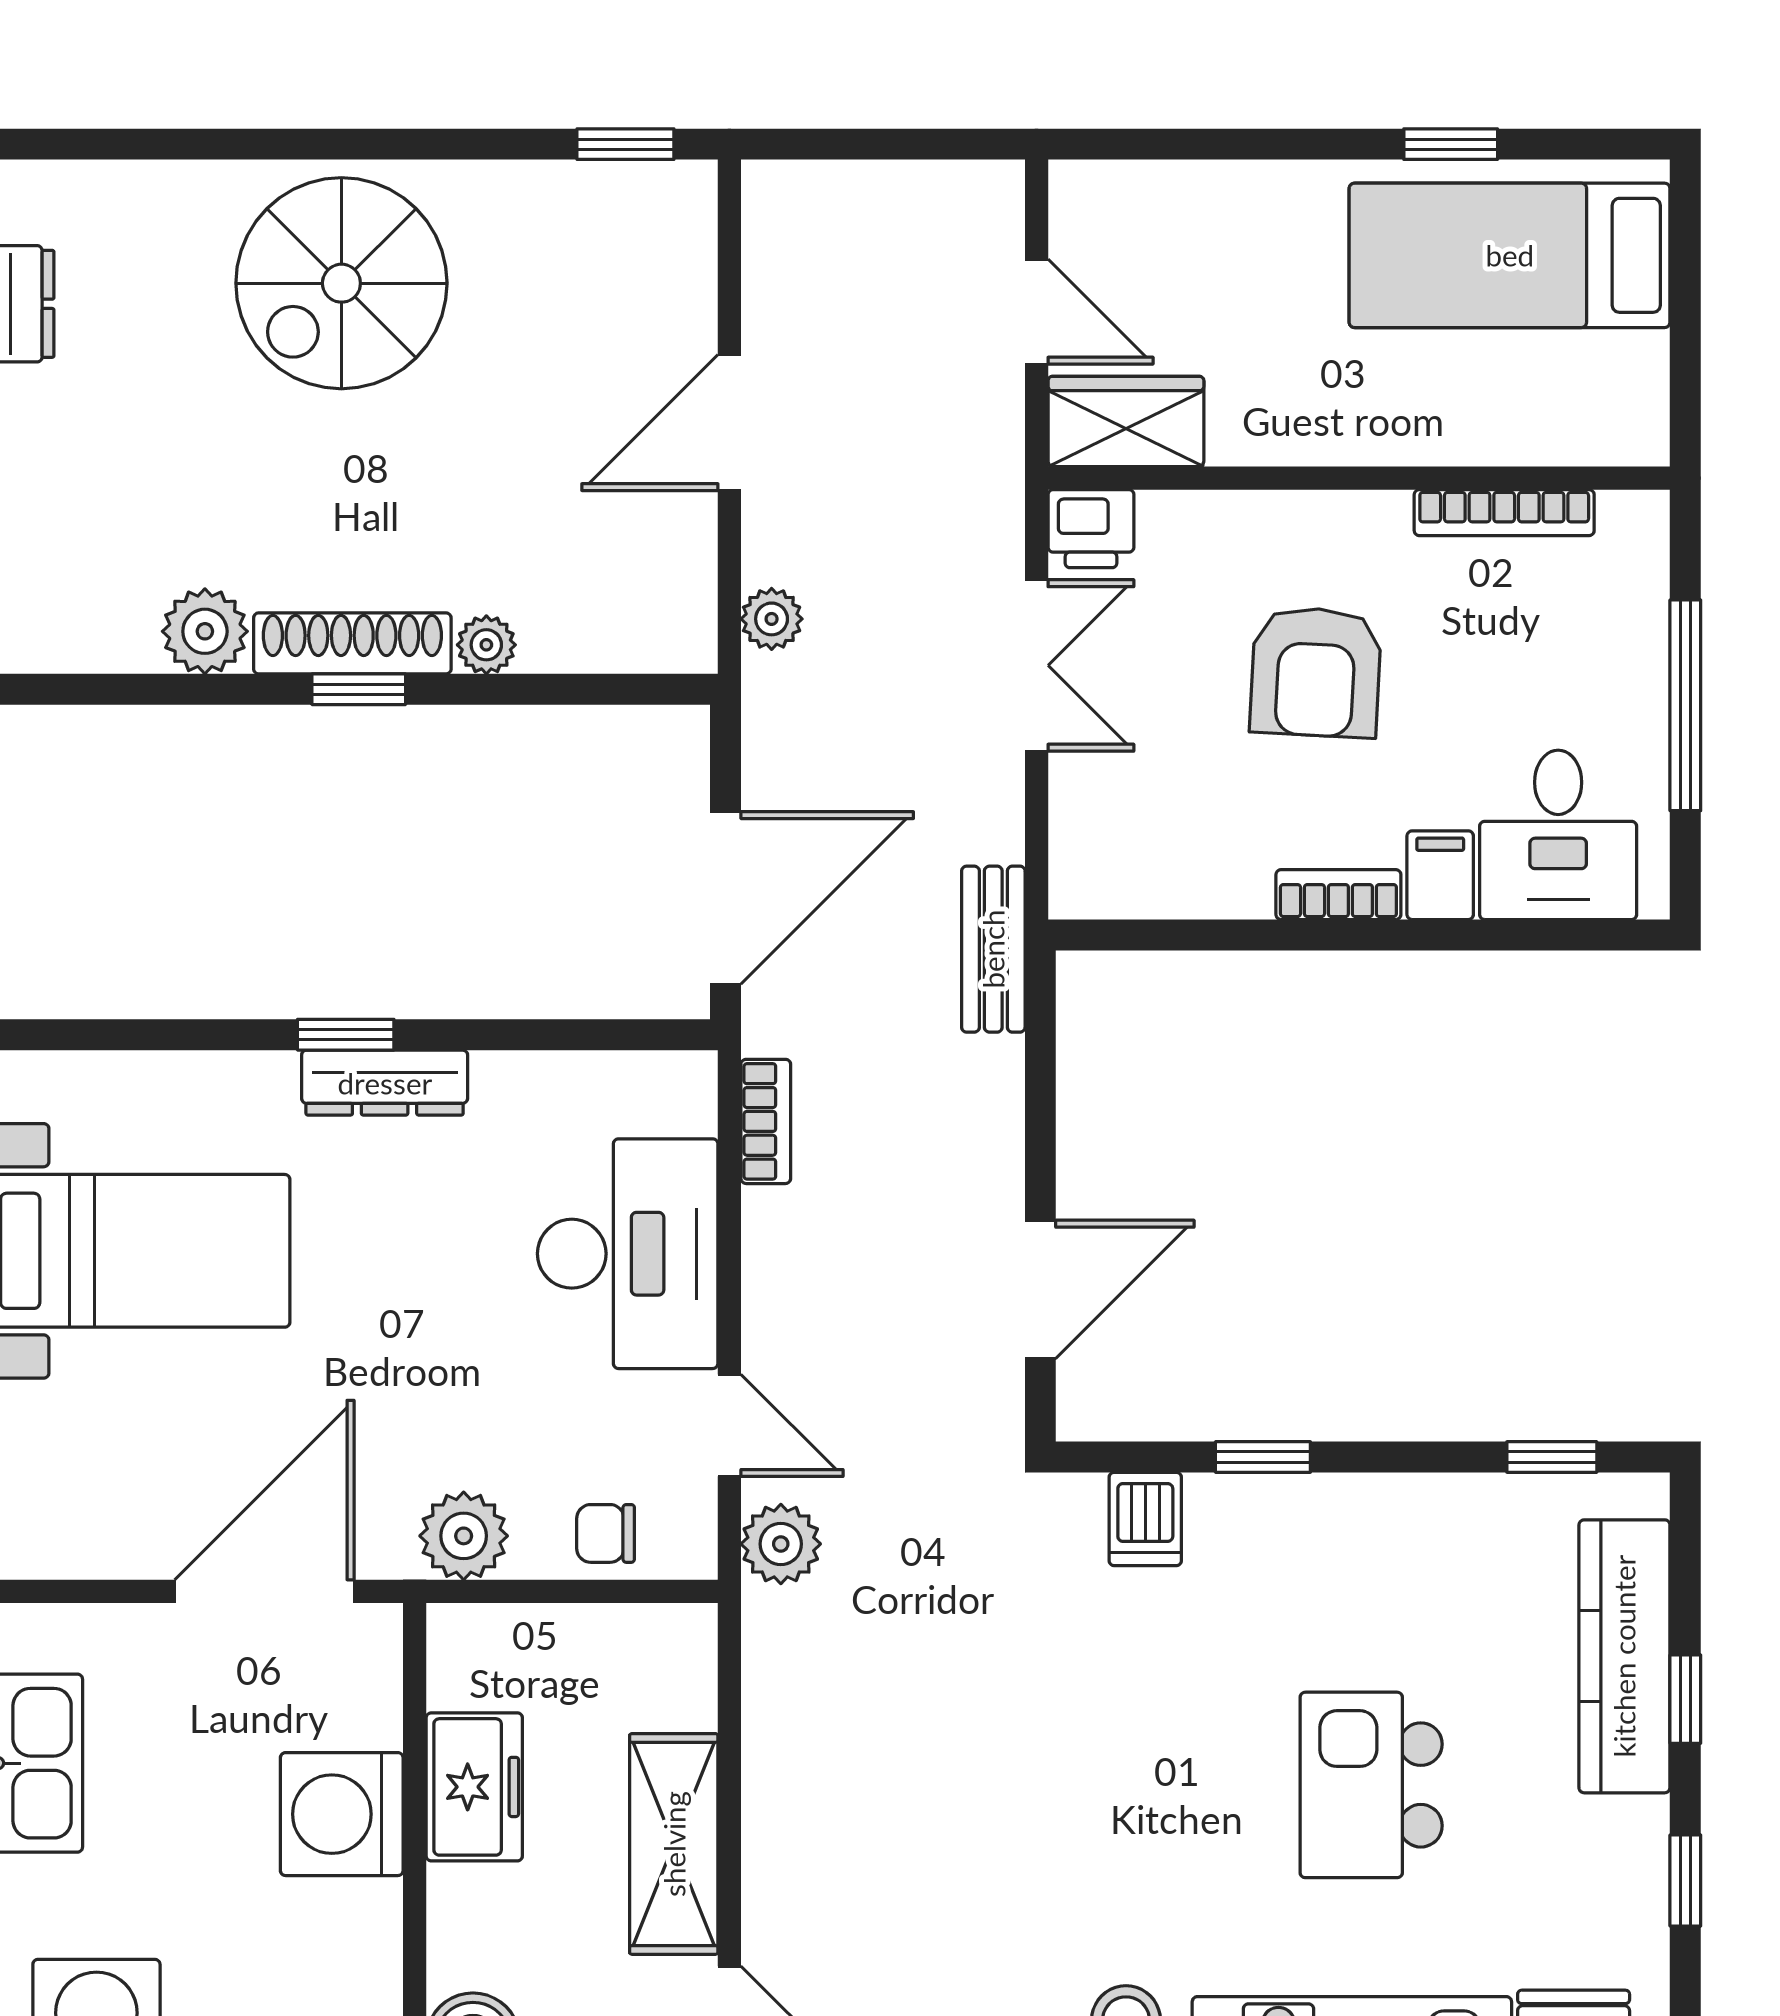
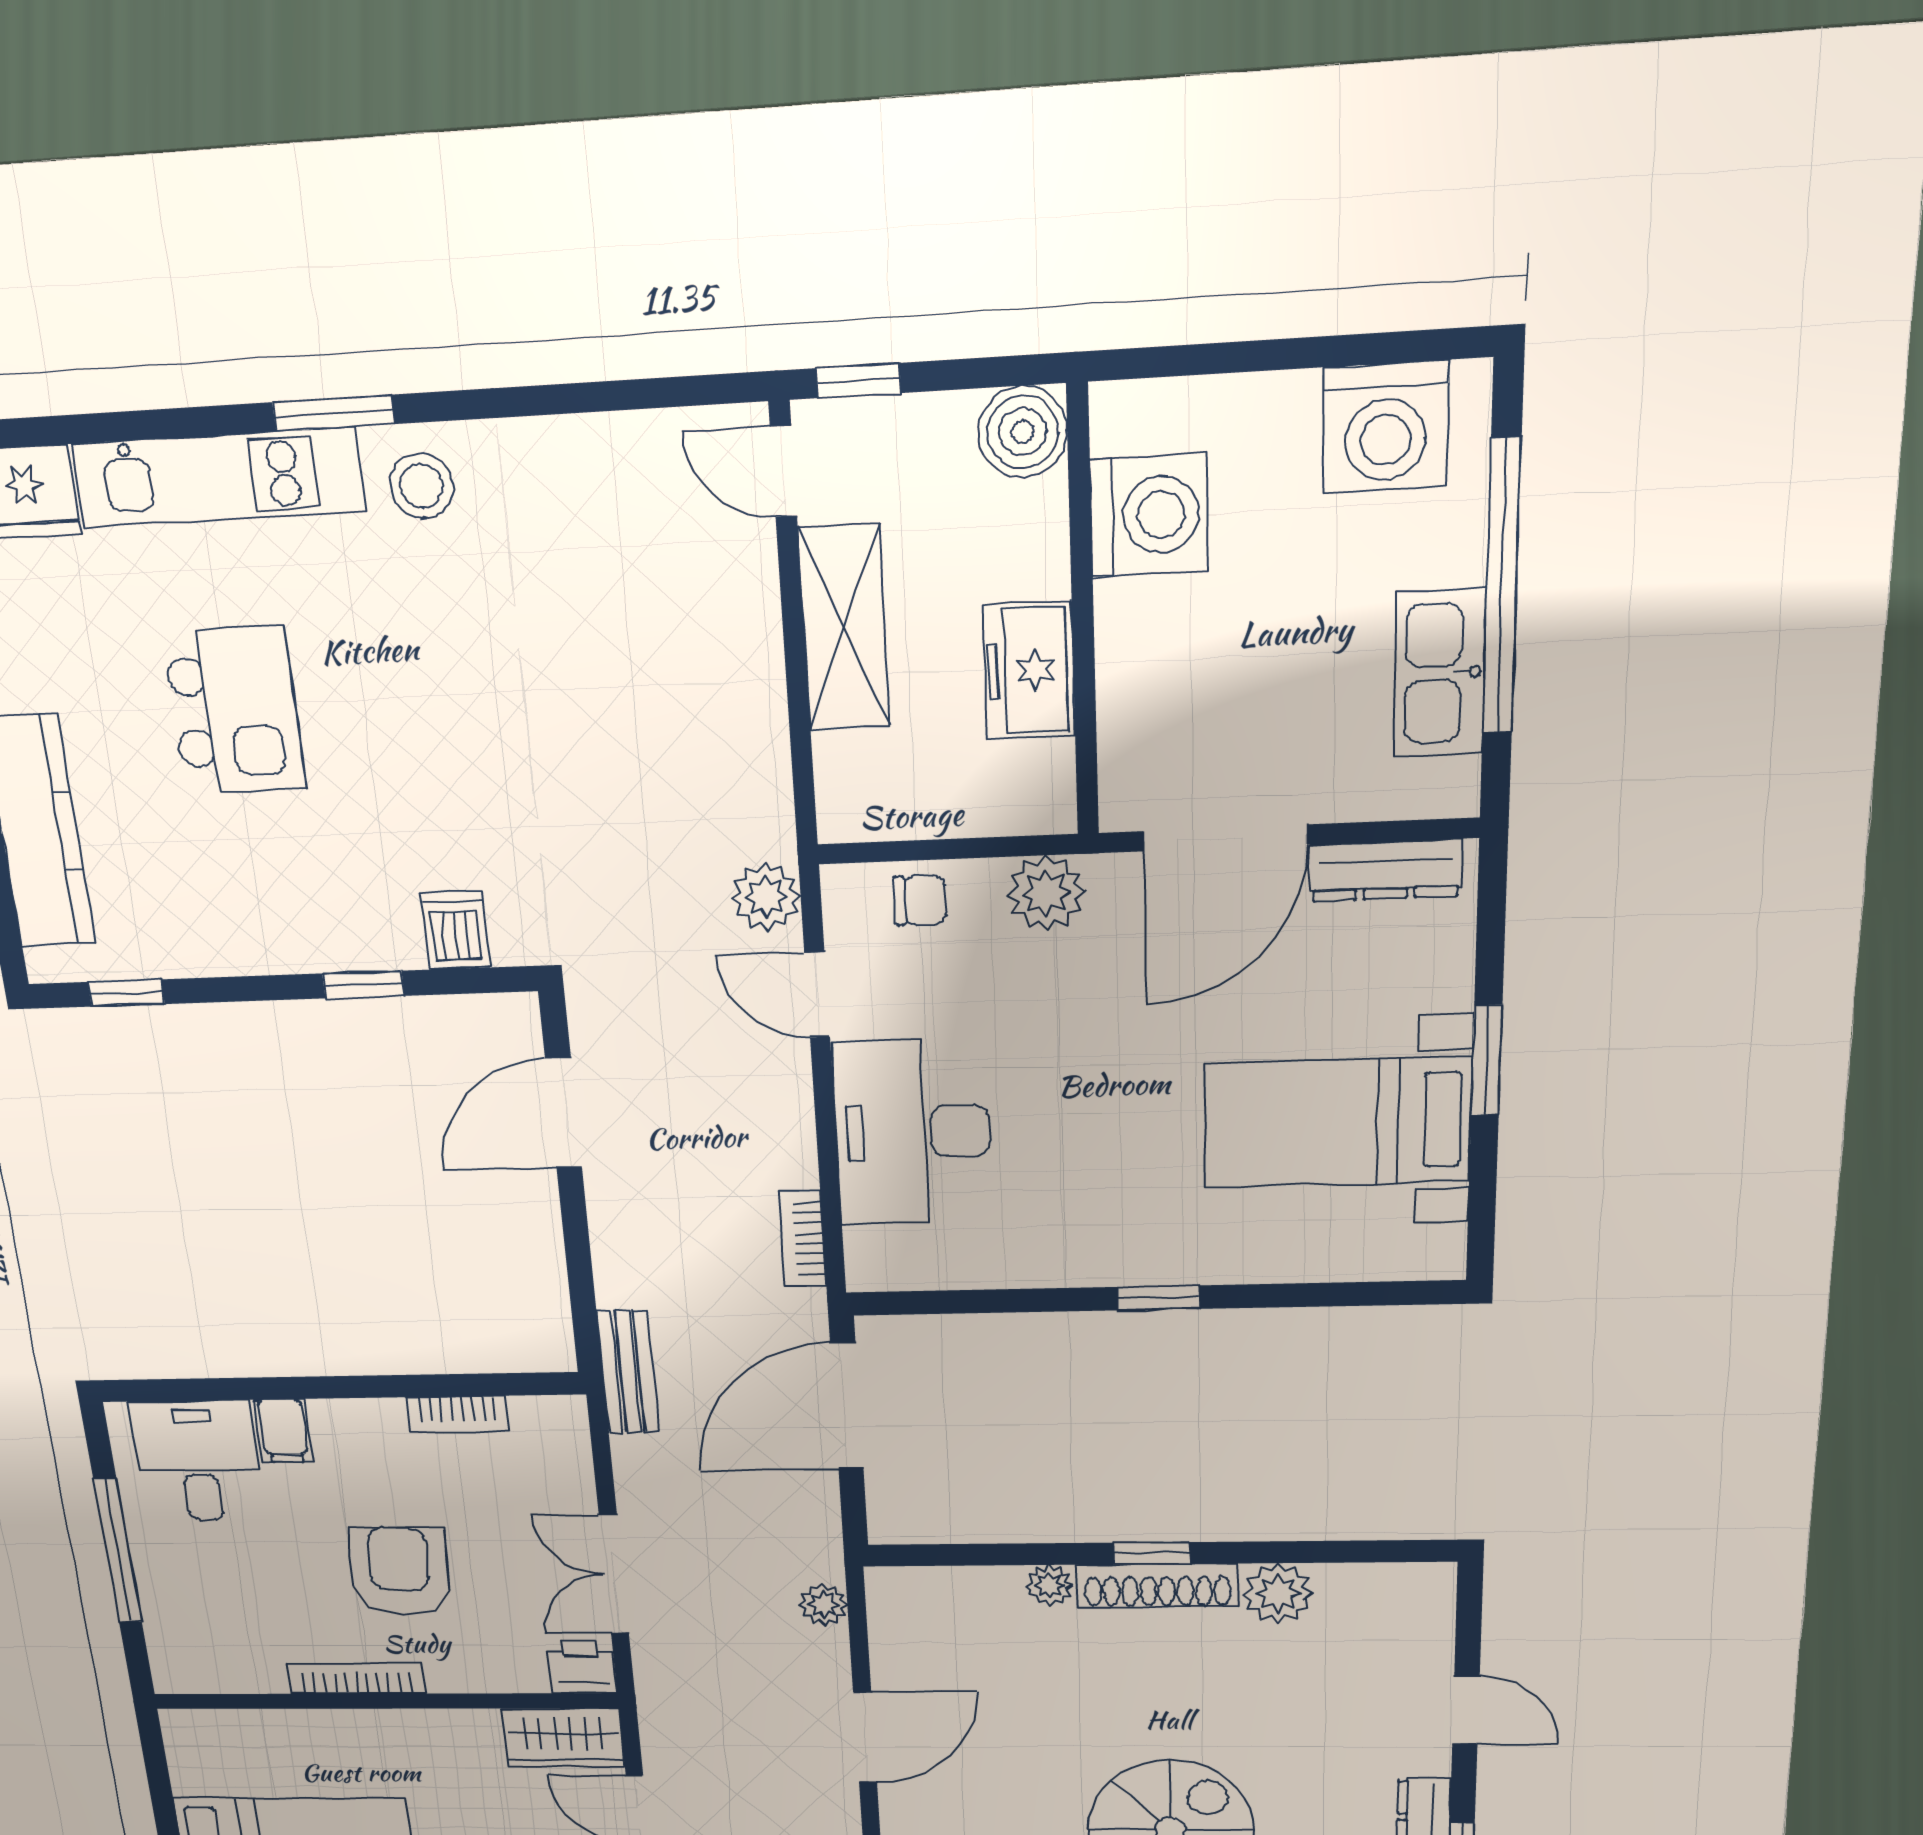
bookcase: (1504, 513) -> (356, 1679), moved
bookcase: (1338, 895) -> (458, 1414), moved
dresser: (385, 1083) -> (1386, 870), moved, turned 180
washing machine: (342, 1814) -> (1149, 515), moved

